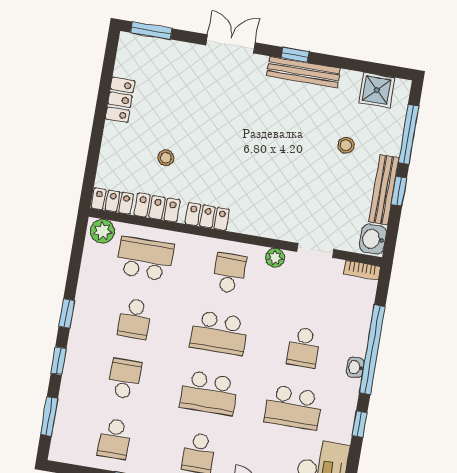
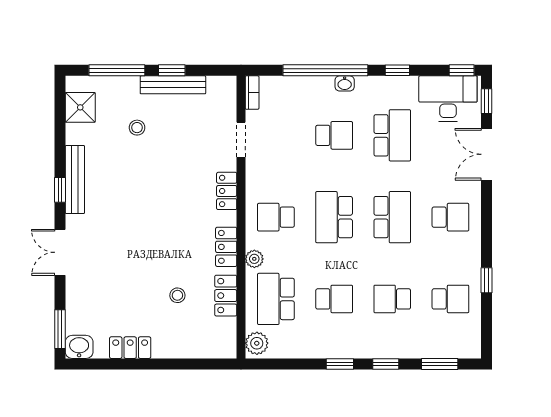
locker: (112, 201) -> (227, 191), moved
washbasin: (373, 239) -> (79, 347), moved, turned 180
plant: (275, 258) -> (254, 259), moved
school desk: (219, 333) -> (334, 217), turned 180

